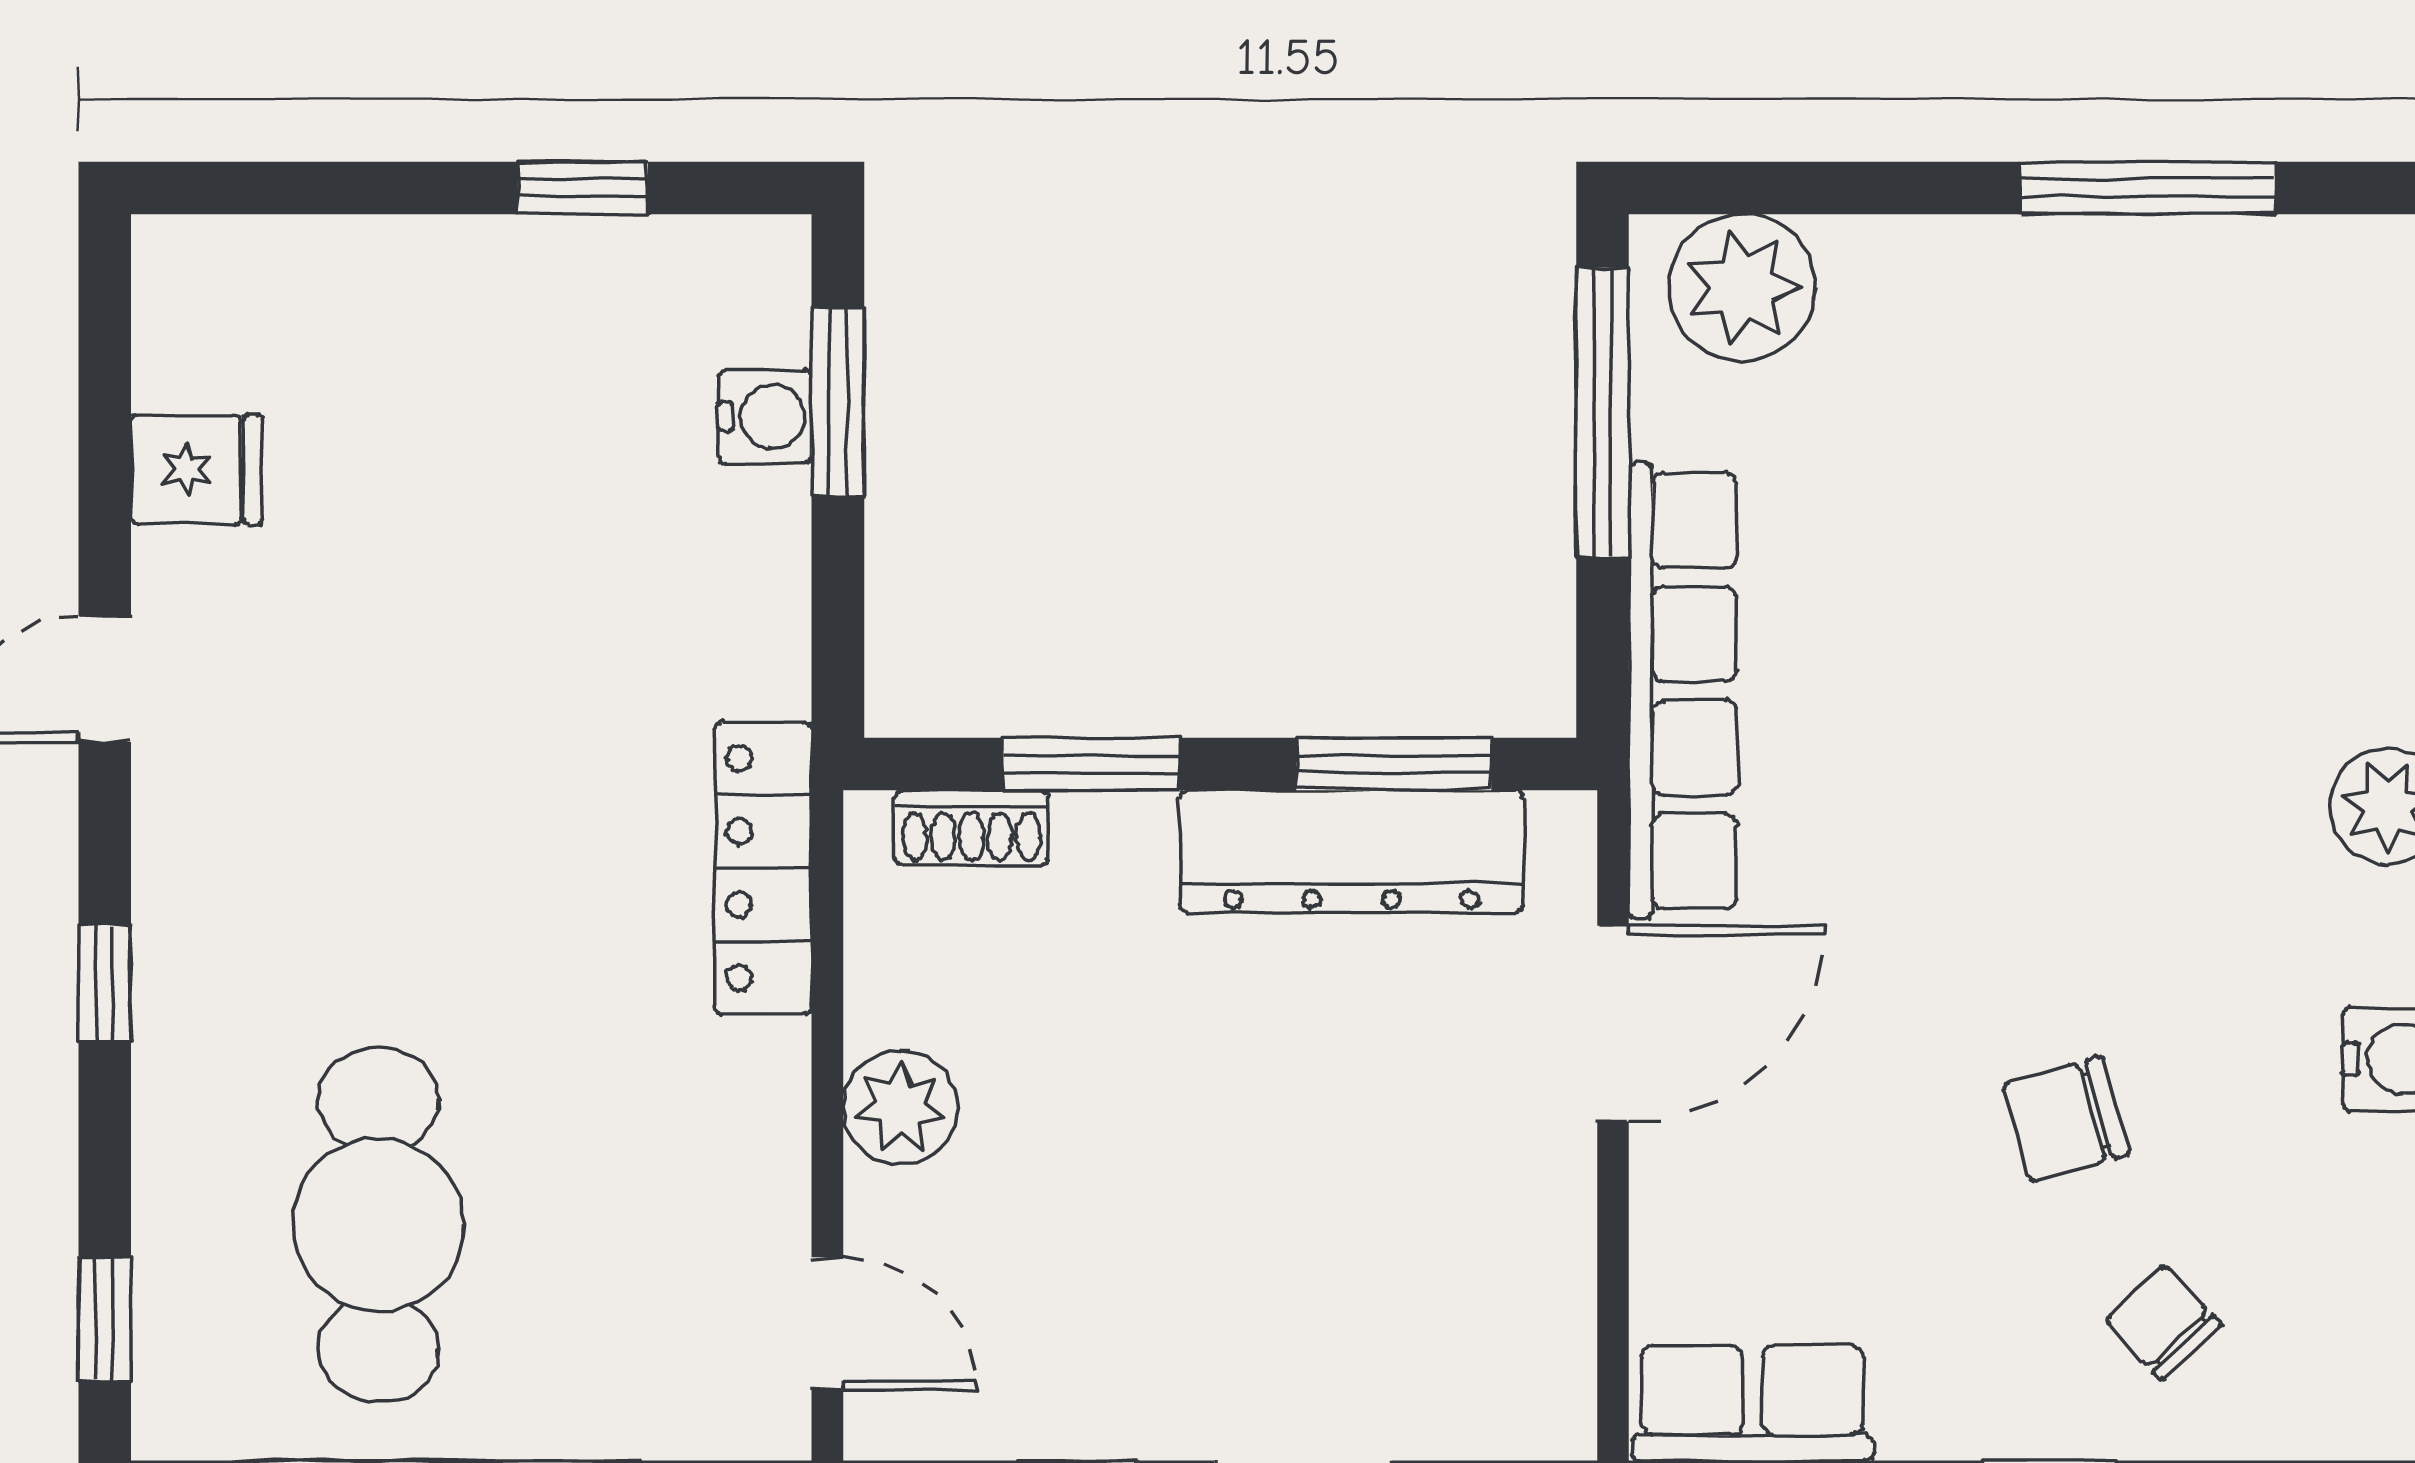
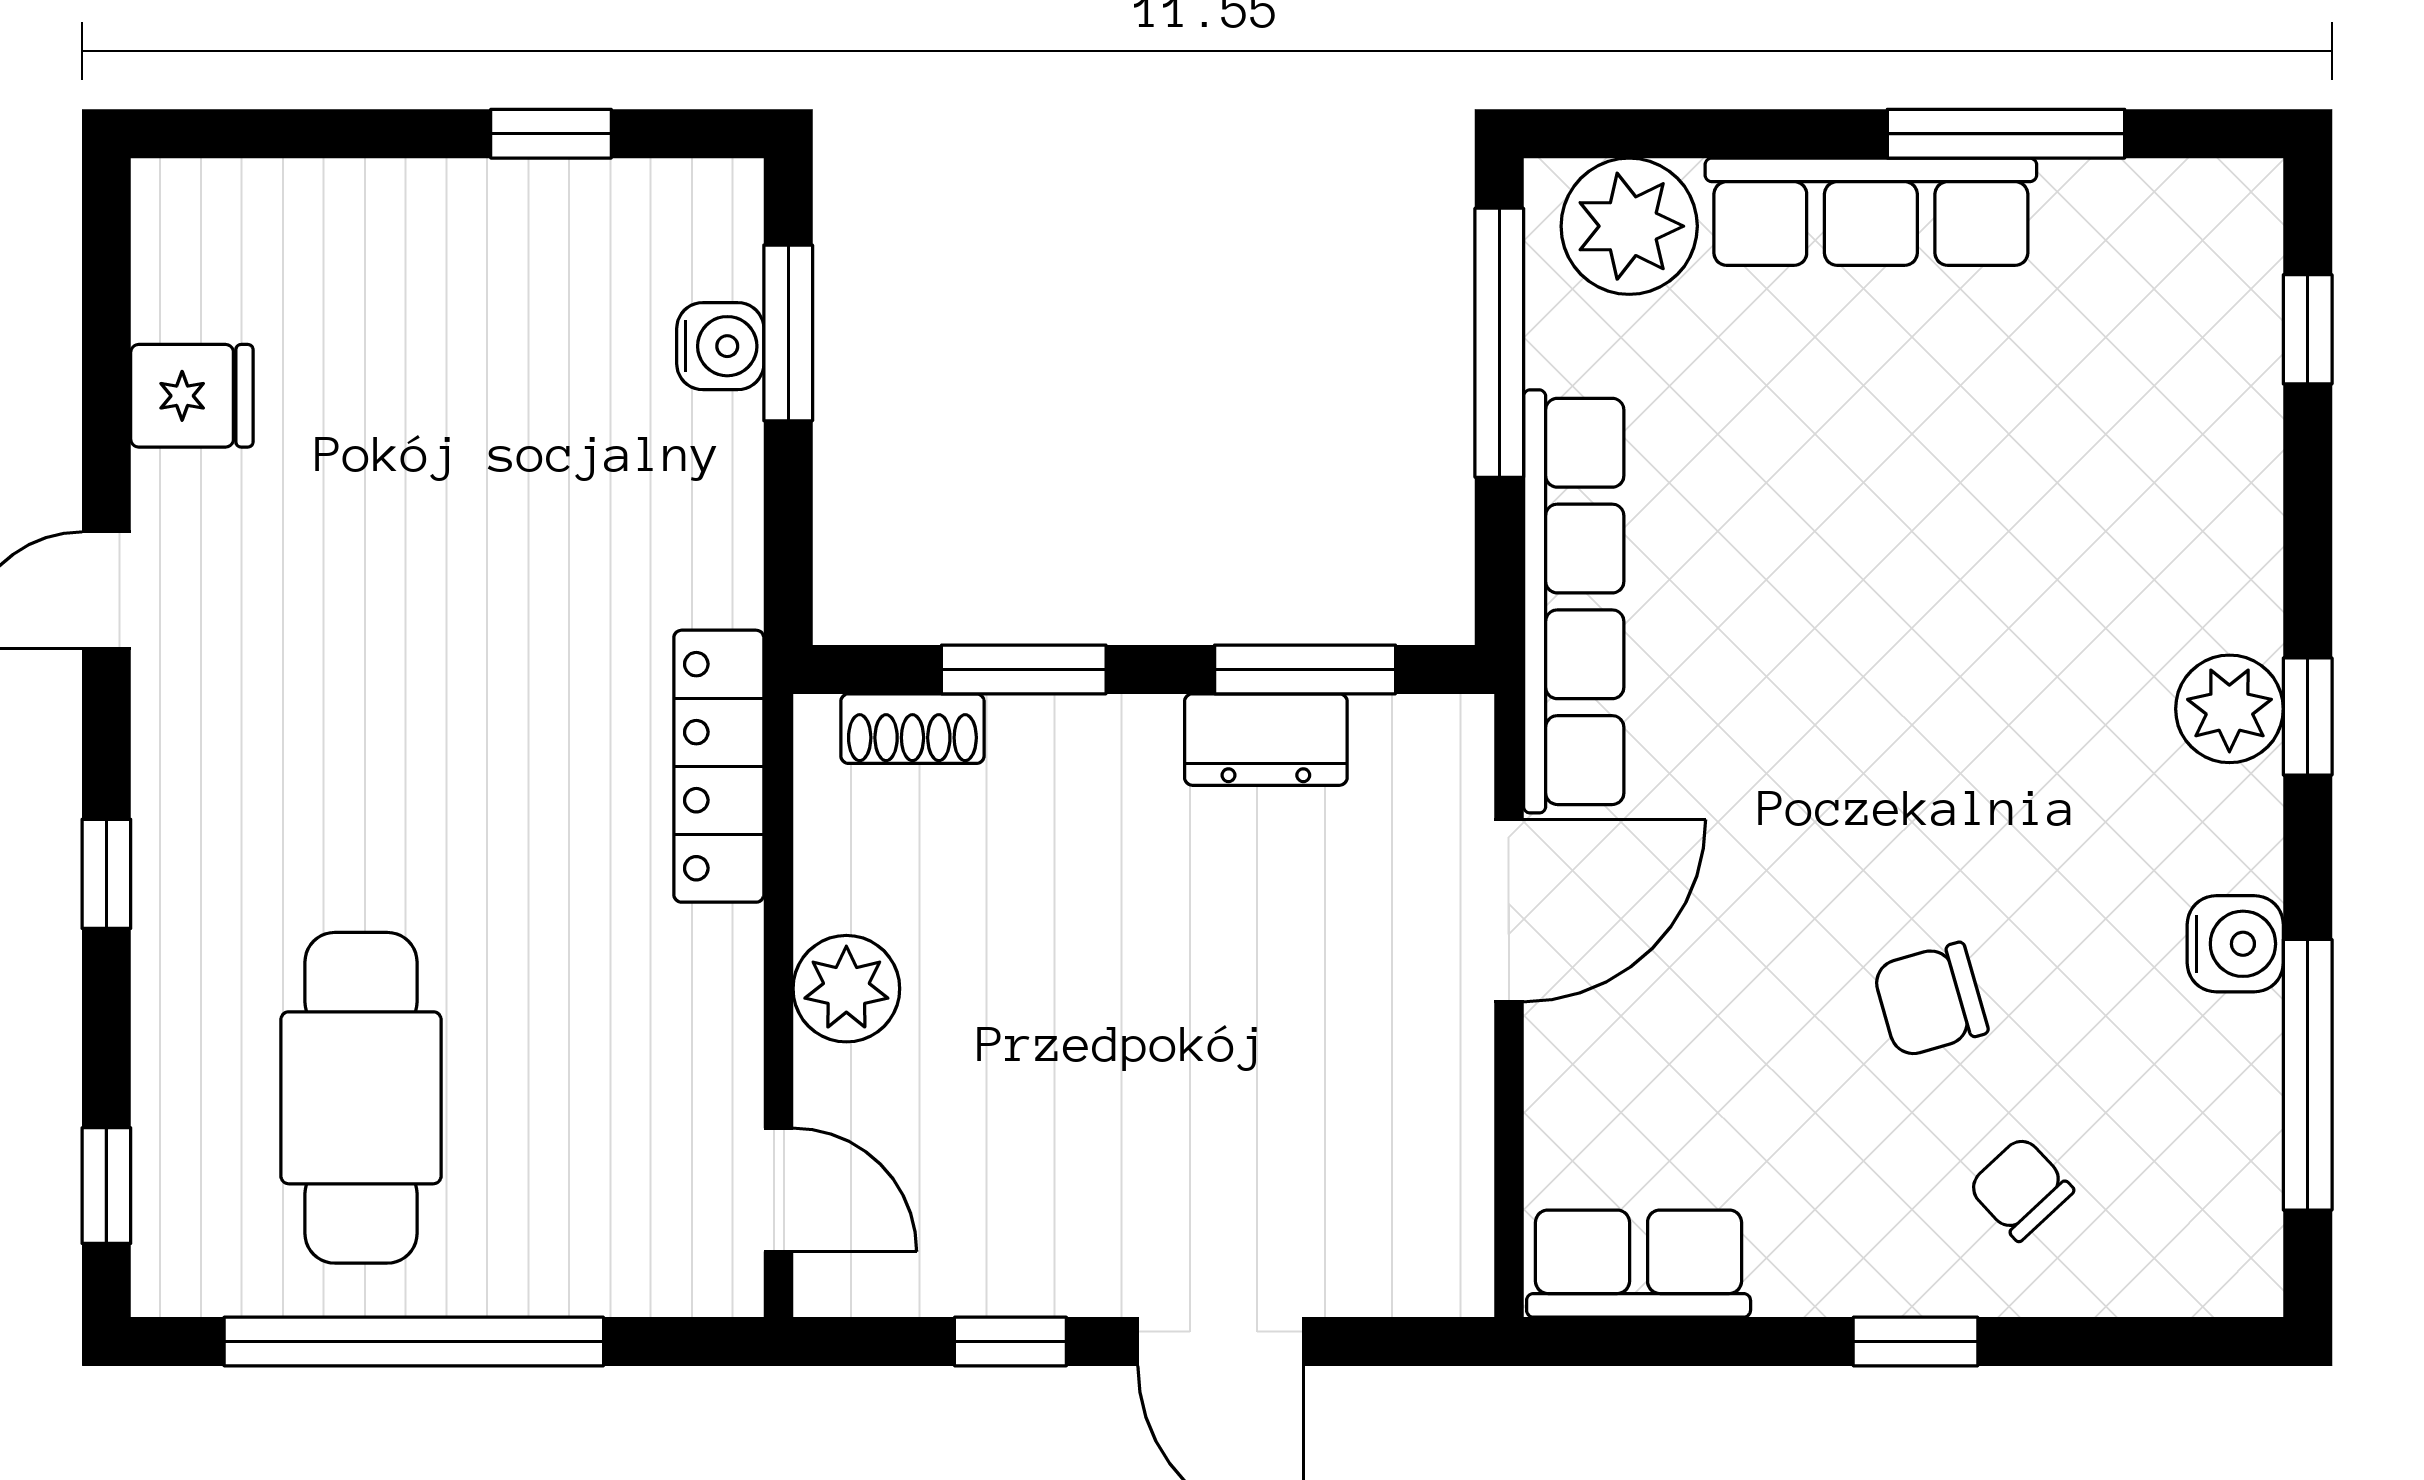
row of seats: (2002, 272) -> (1871, 212), added
dresser: (1352, 851) -> (1266, 740), width x0.51, depth x0.80

